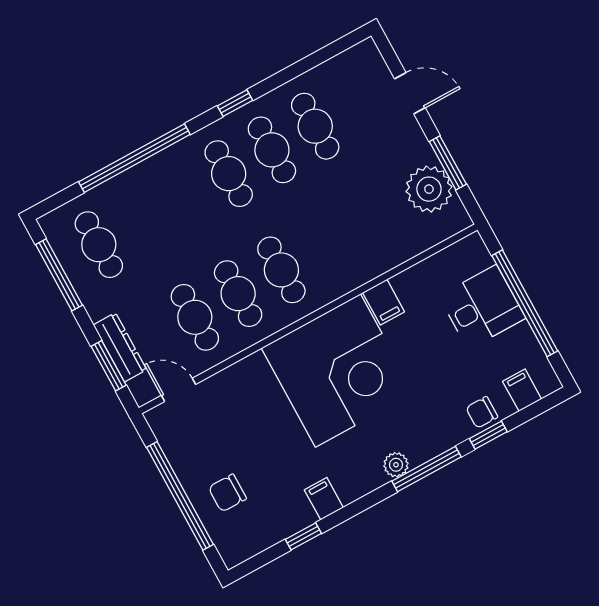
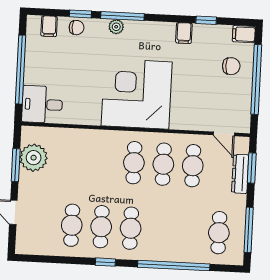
filing cabinet: (384, 302) -> (244, 34), moved, turned -90
desk: (482, 307) -> (42, 104), moved
plant: (396, 465) -> (116, 27), moved

